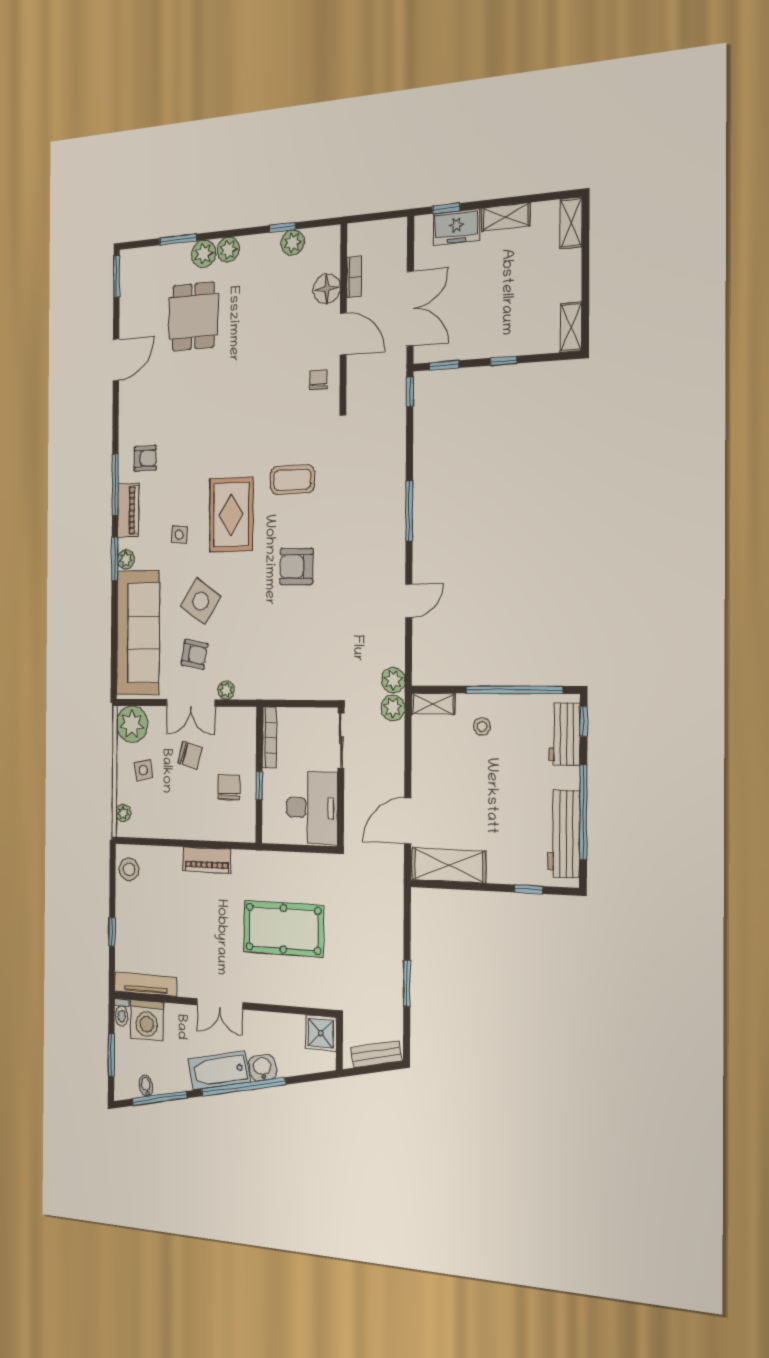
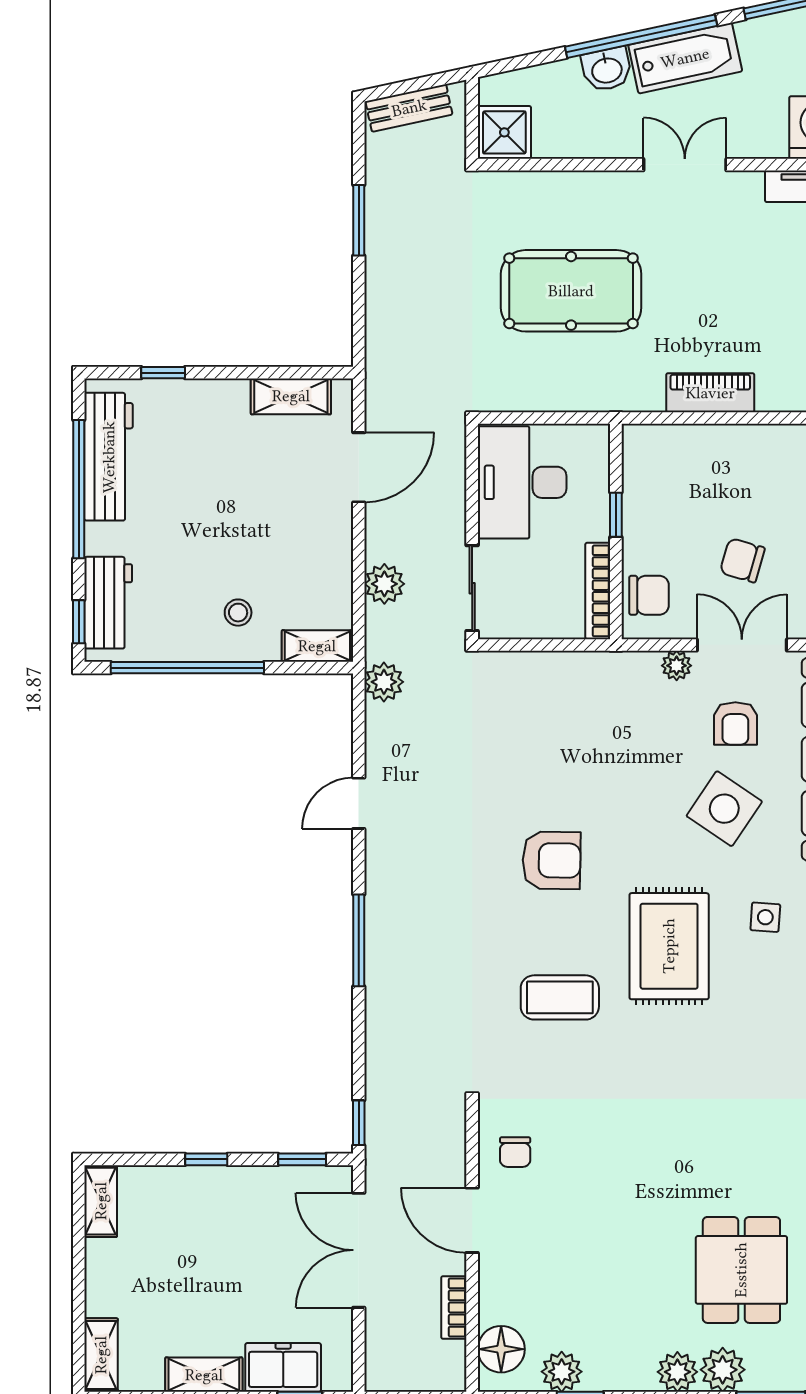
floor lamp: (327, 289) -> (501, 1349), moved
armchair: (194, 654) -> (735, 723), turned -100
plant: (393, 708) -> (384, 584), moved
chair: (229, 787) -> (649, 595), moved, turned -90
shelving: (449, 865) -> (291, 396), width x0.67, depth x0.75

